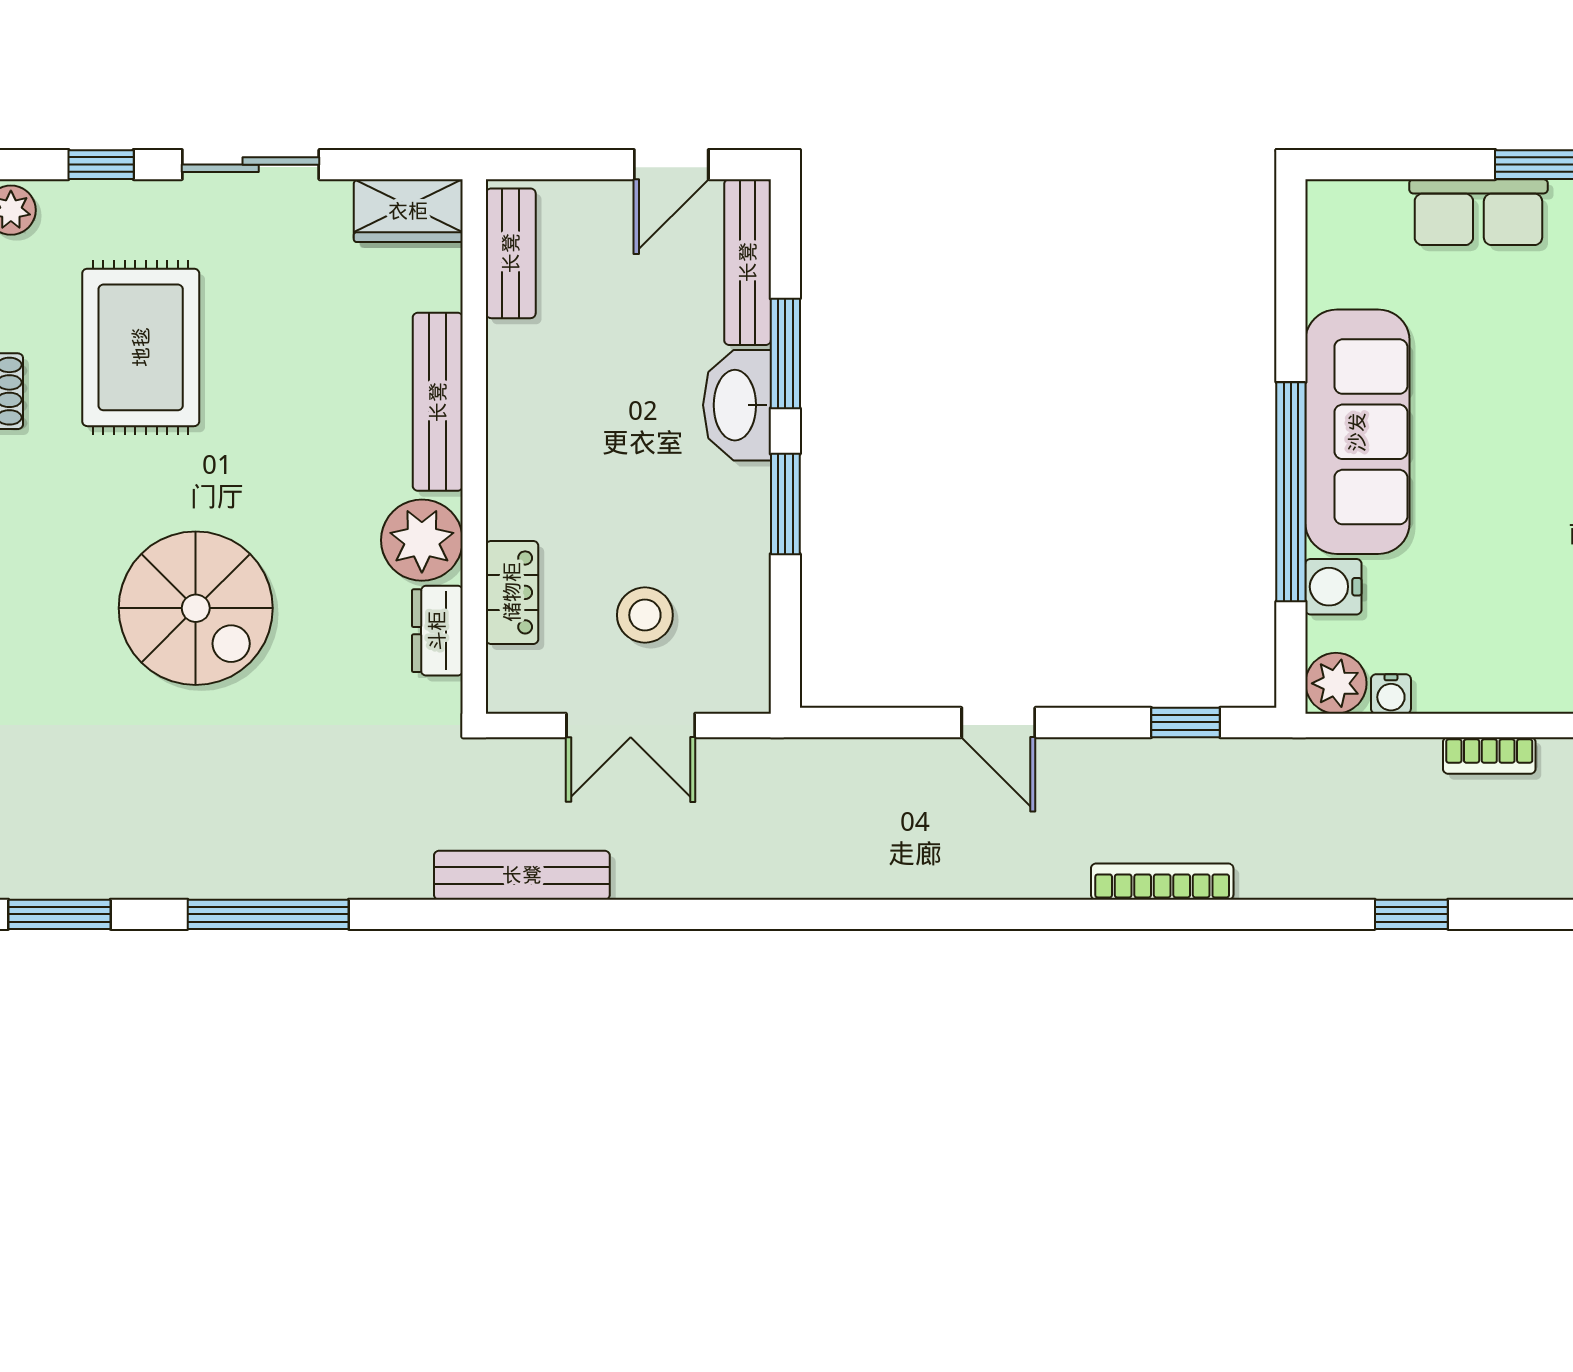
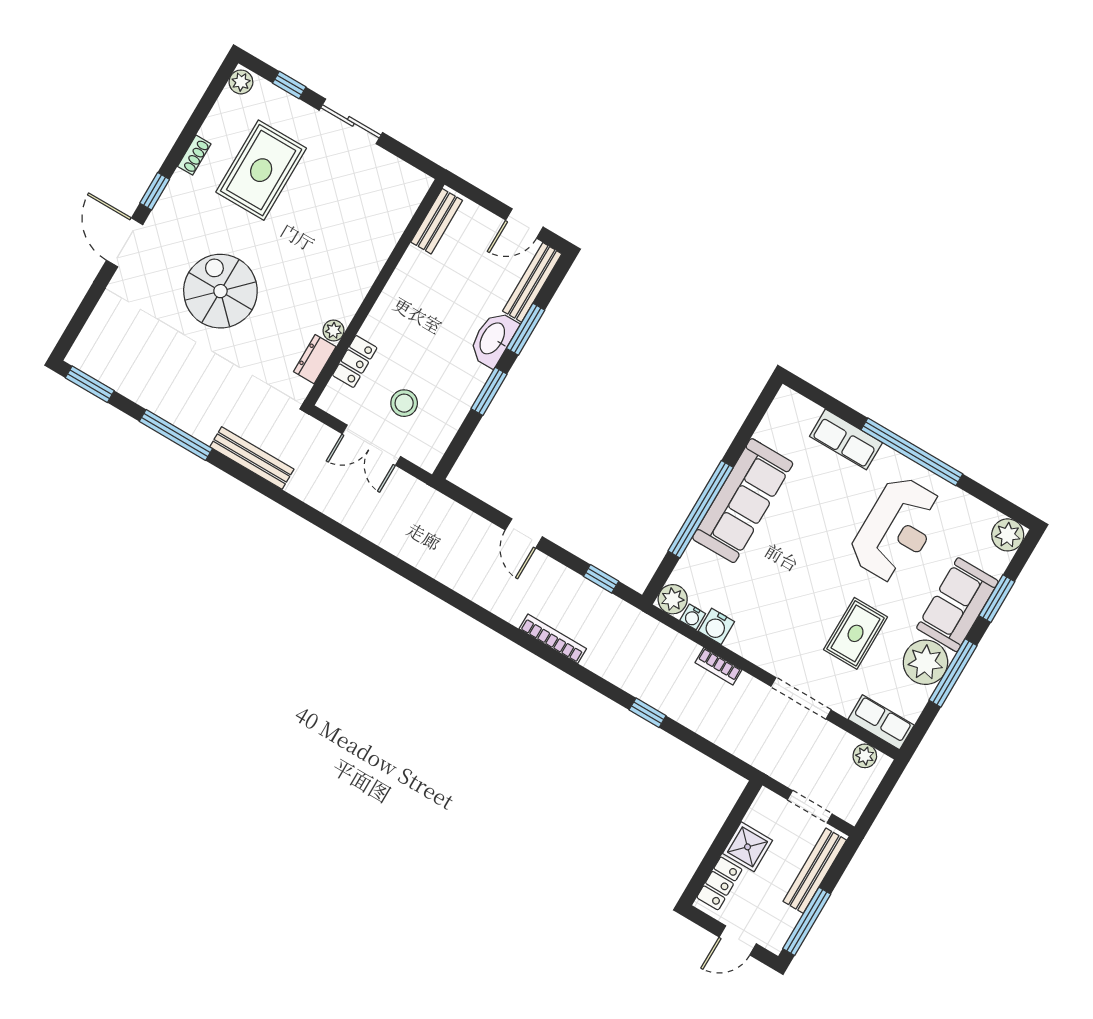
wardrobe: (408, 211) -> (405, 179), removed
bench: (438, 402) -> (370, 265), removed
plant: (422, 540) -> (334, 330), width x0.53, depth x0.53
water cooler: (1333, 587) -> (716, 626), moved, turned -90
spiral stairs: (196, 608) -> (220, 291), turned 180
bench: (522, 875) -> (252, 458), moved

